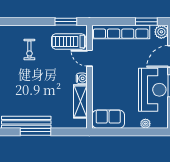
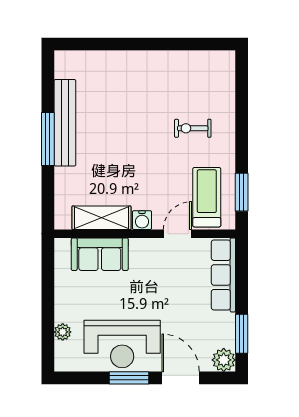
row of seats: (121, 32) -> (223, 275), width x0.73
sofa: (108, 119) -> (100, 254), moved, turned 90

